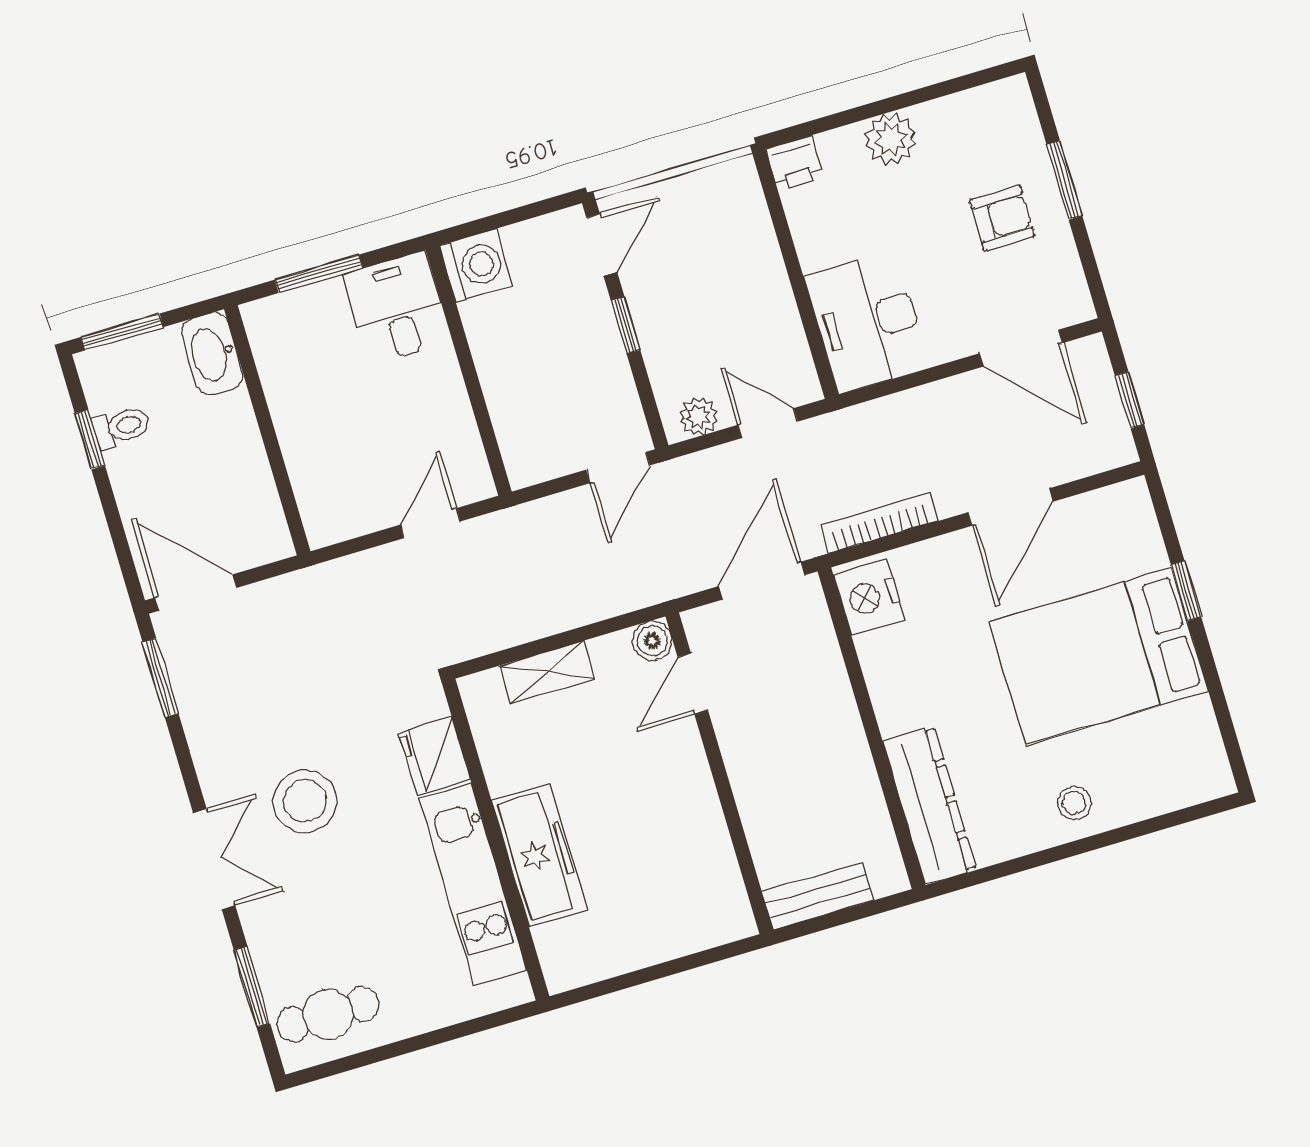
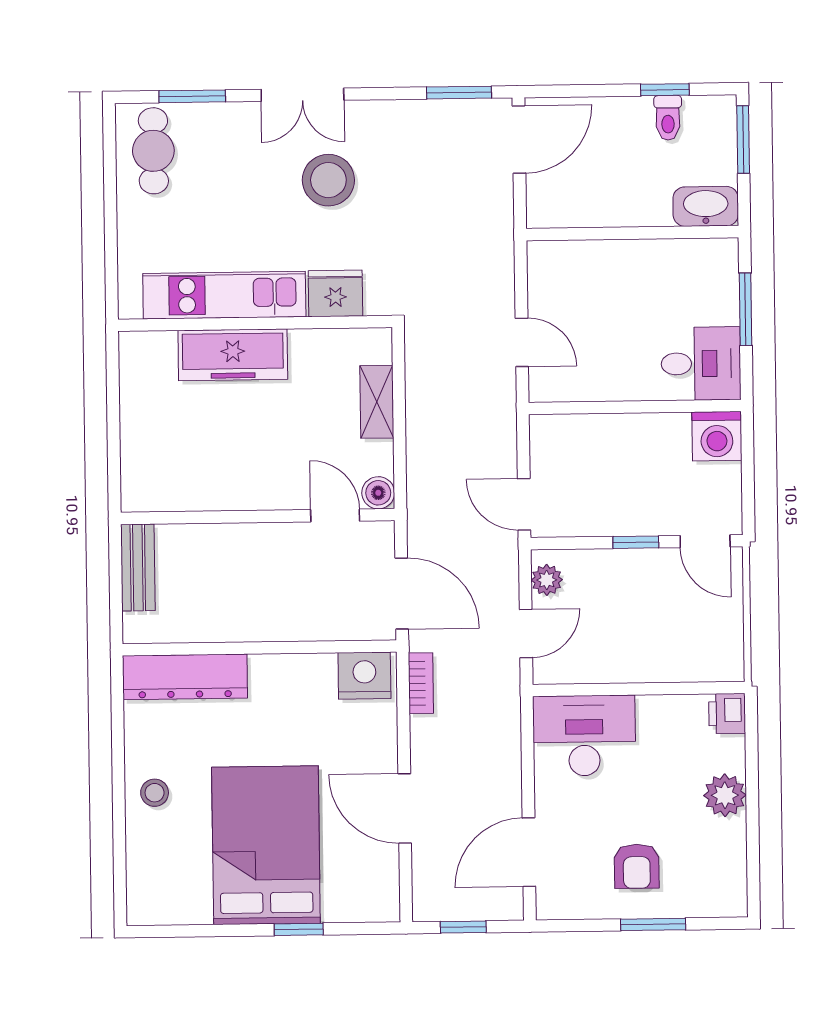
bookcase: (880, 523) -> (421, 683), width x0.64

